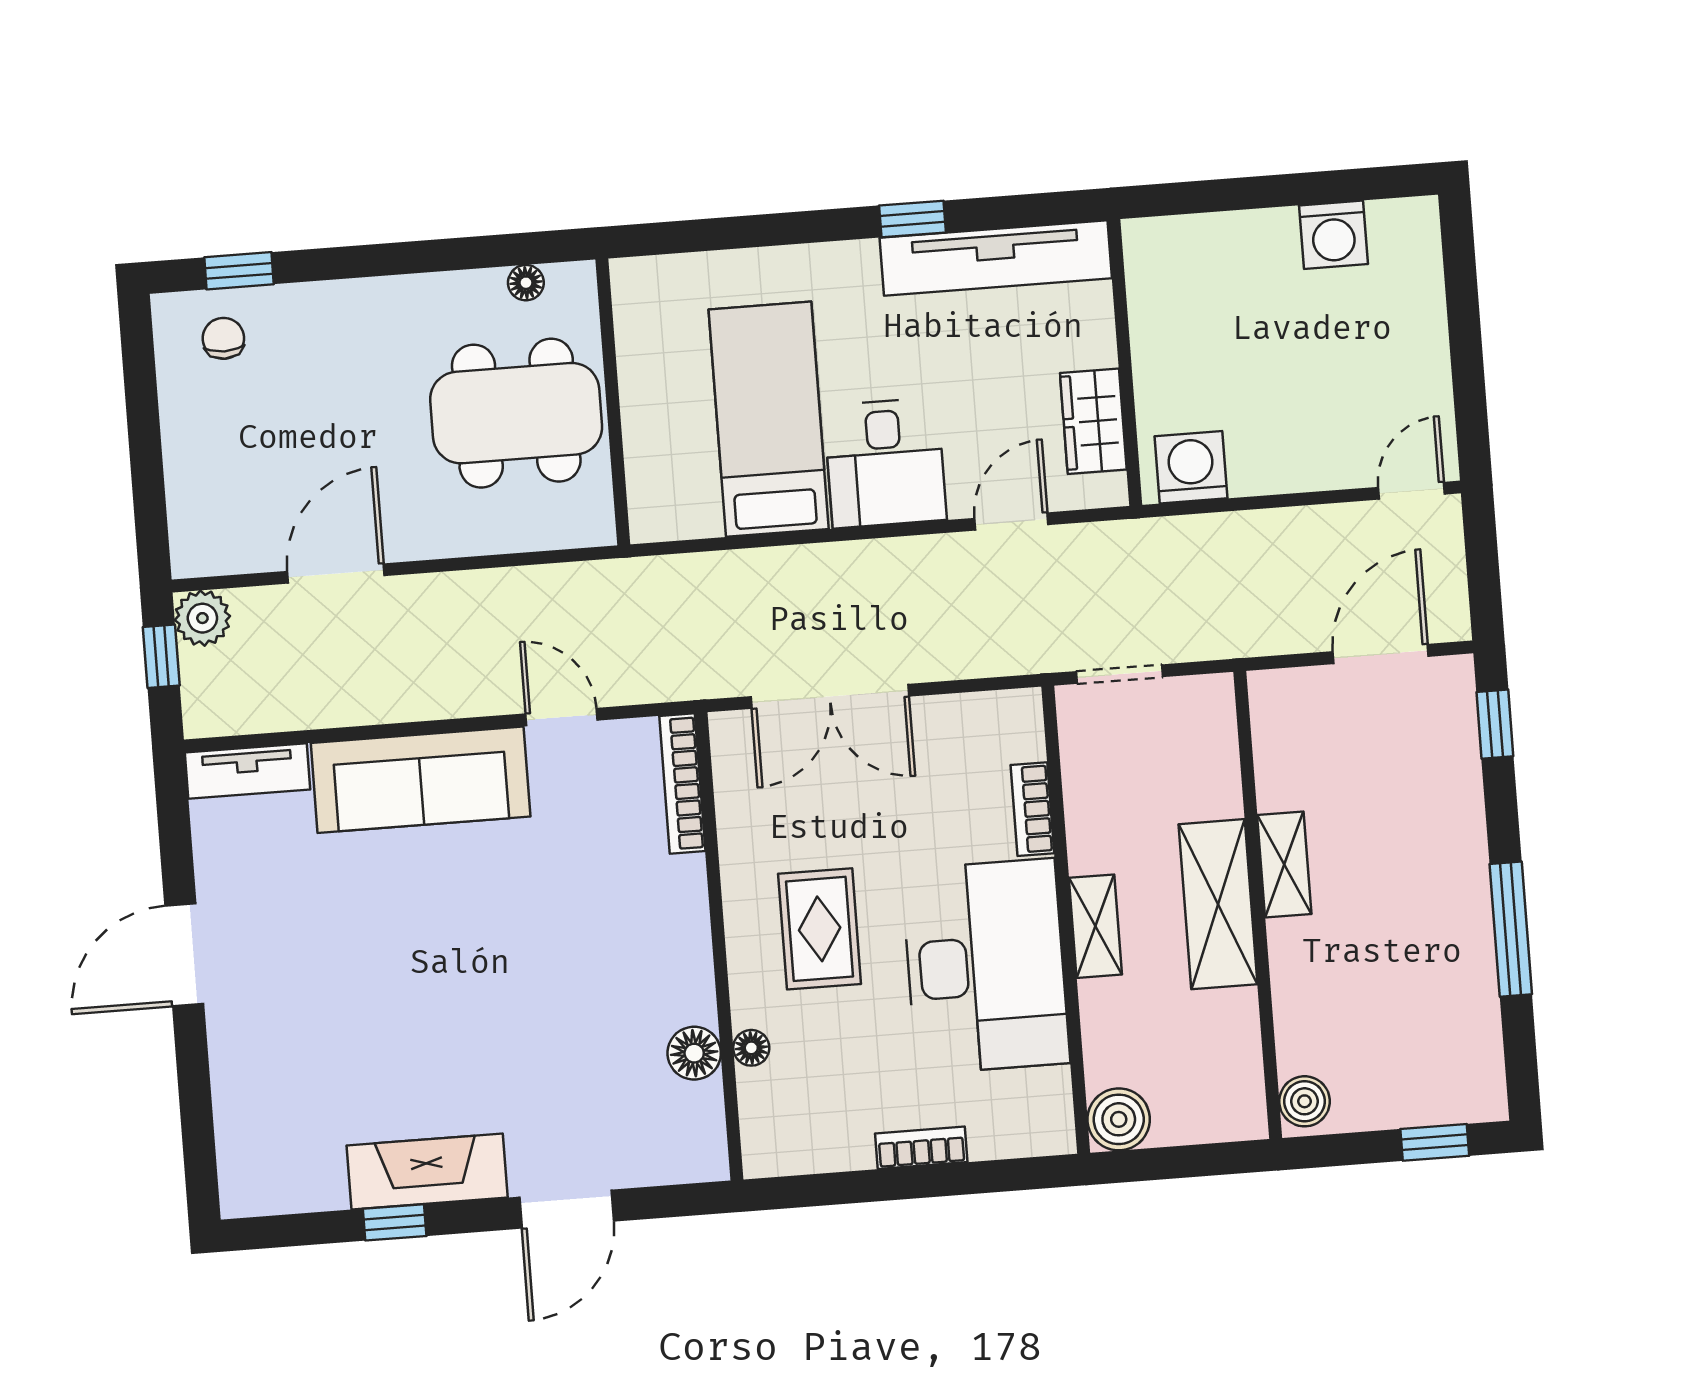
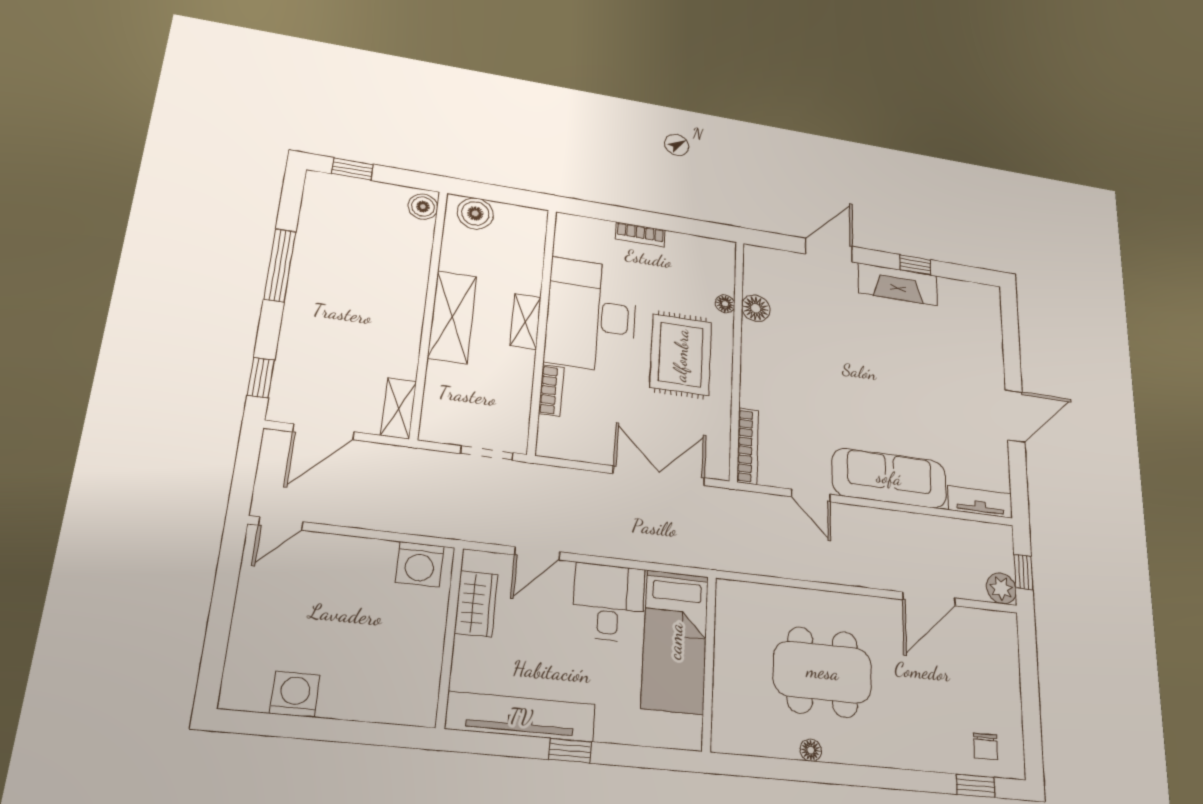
wall: (613, 402) -> (709, 663), moved
shelving: (1284, 864) -> (399, 408), moved
rug: (820, 929) -> (681, 355), width x1.36, depth x1.43
boiler: (1119, 1119) -> (475, 213), moved

